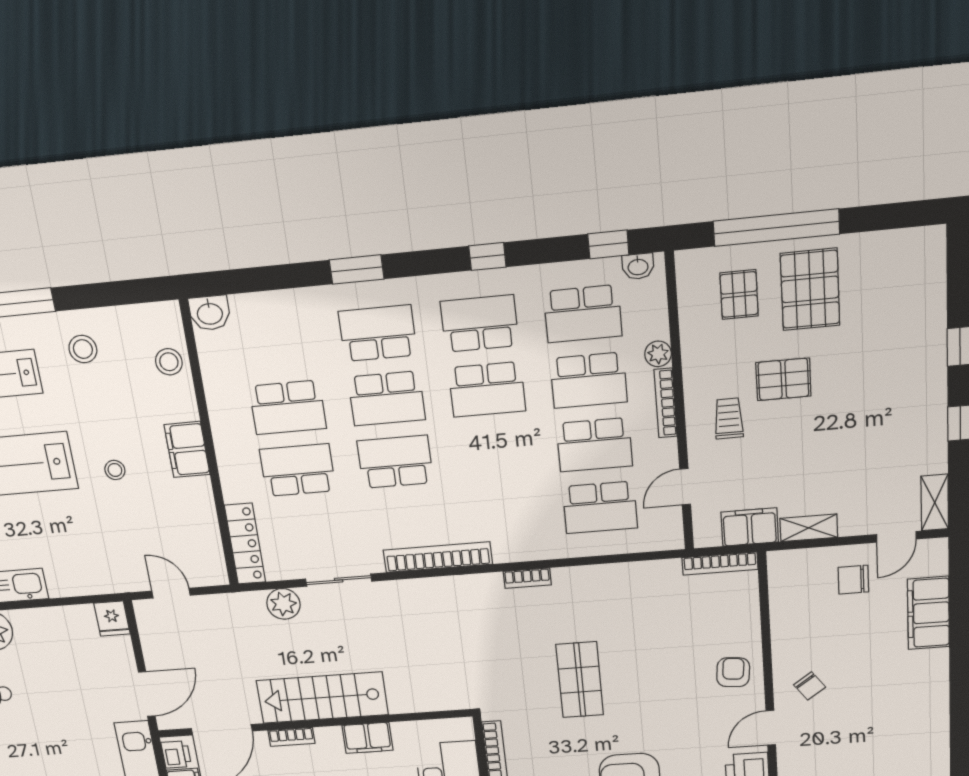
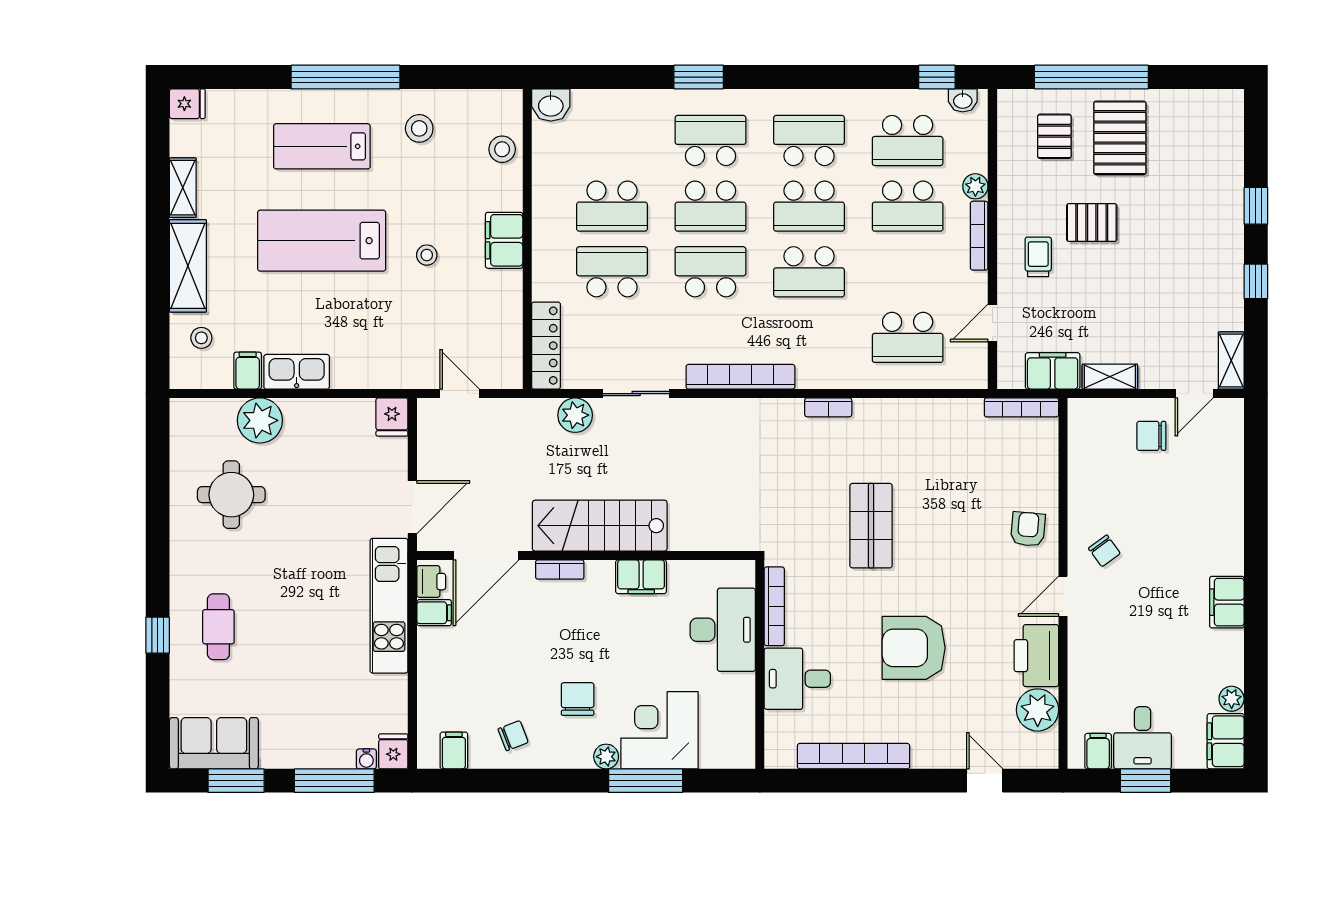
window: (487, 256) -> (824, 77), removed
school desk: (594, 445) -> (809, 272), moved
filing cabinet: (928, 613) -> (1227, 602), moved, width x0.67, depth x0.86

